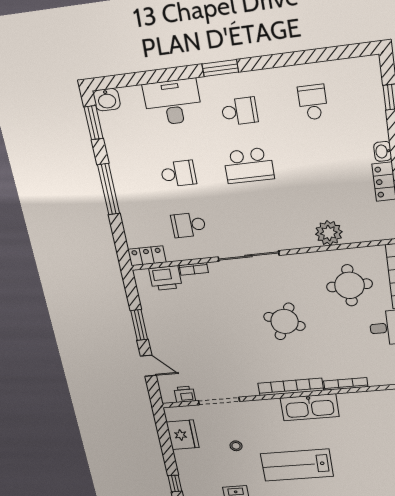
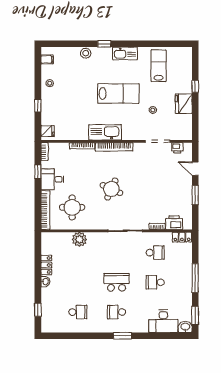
desk: (173, 102) -> (163, 321), moved
school desk: (313, 102) -> (78, 312), turned -90
fridge: (183, 435) -> (184, 104), moved

